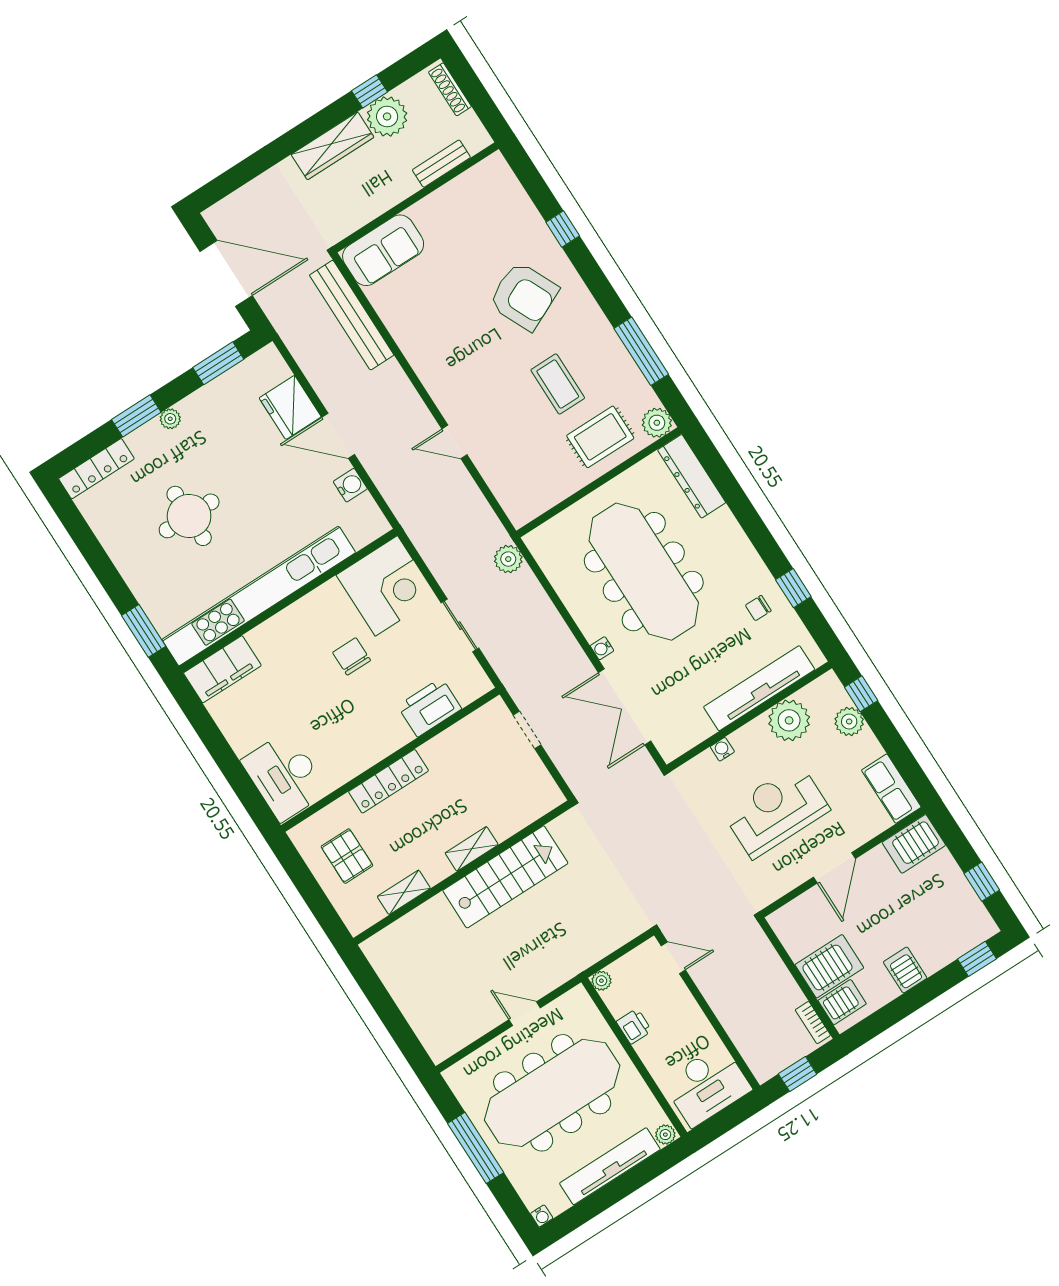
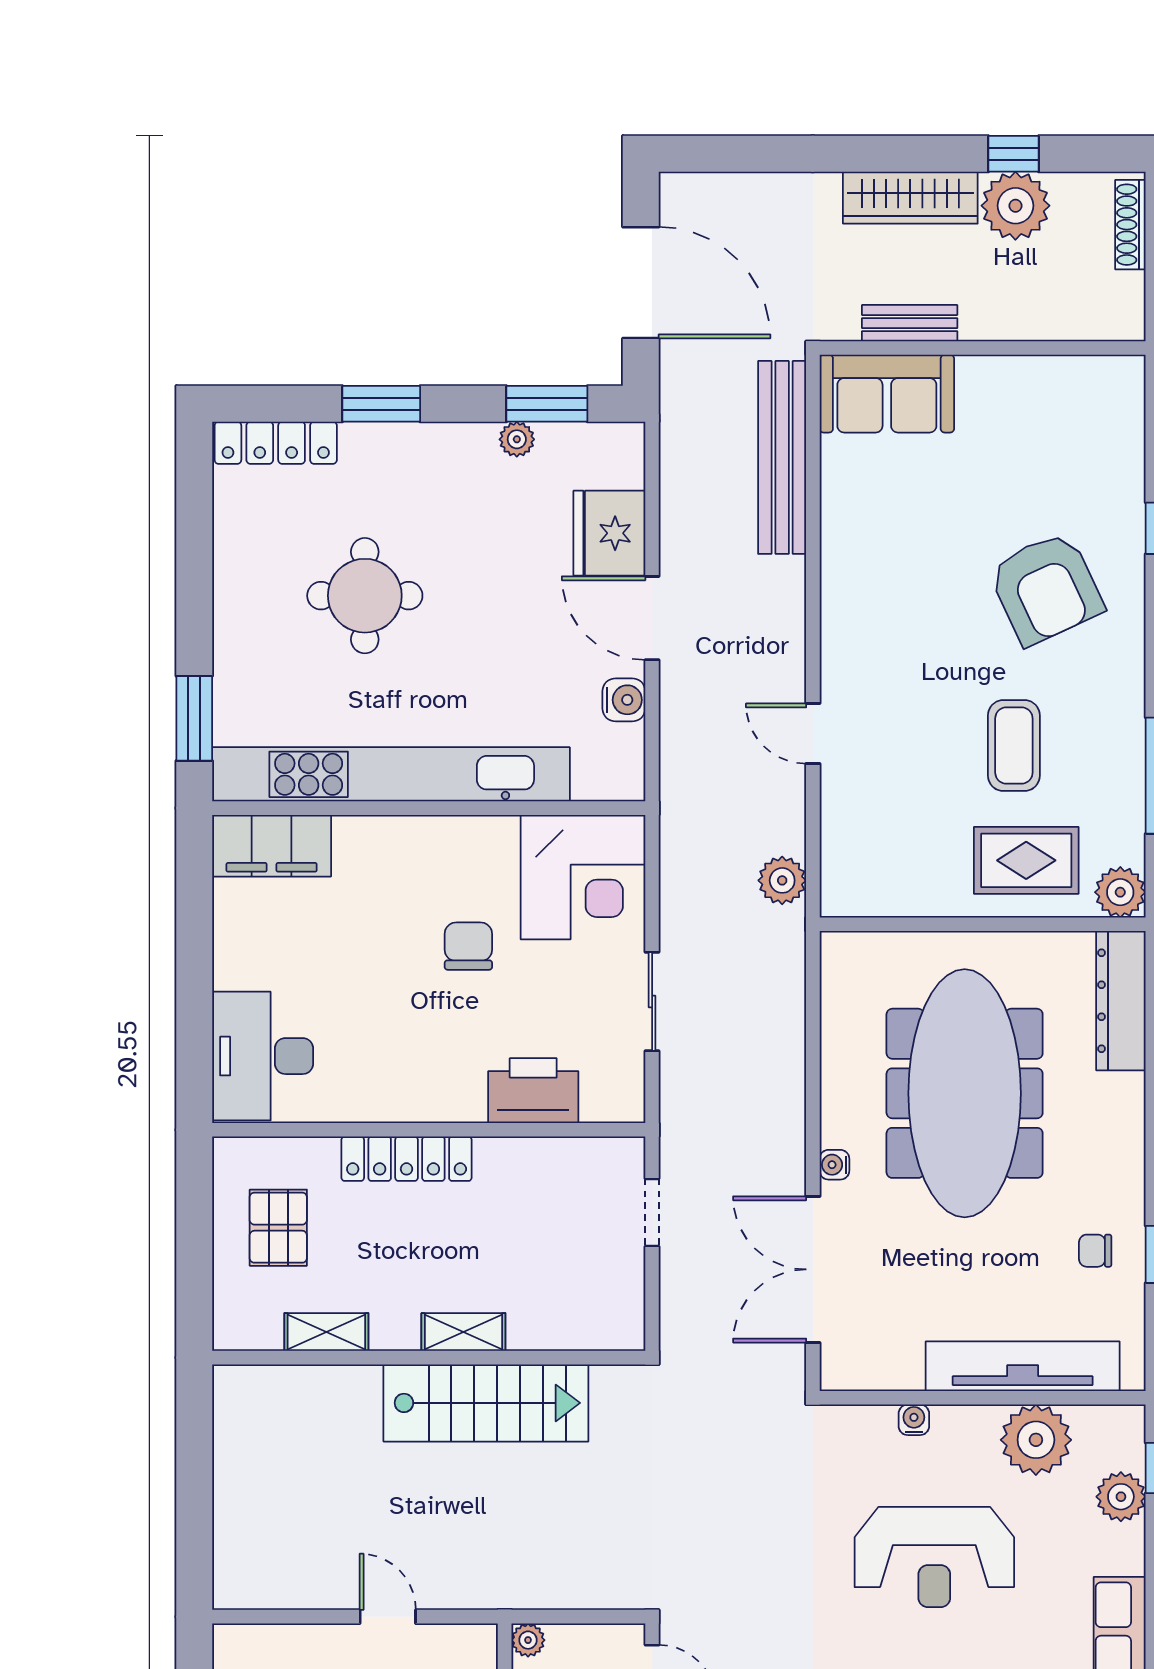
bench: (441, 164) -> (910, 323), moved
plant: (170, 419) -> (517, 439), moved
plant: (508, 559) -> (782, 880), moved
reception desk: (776, 811) -> (934, 1557), turned 180

